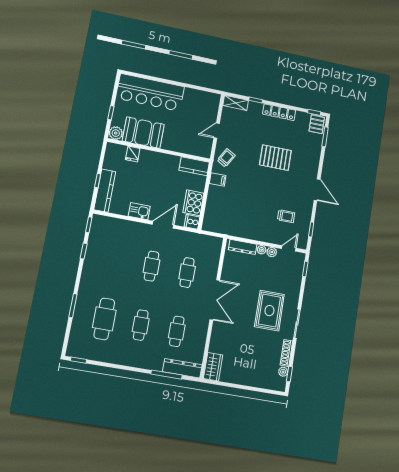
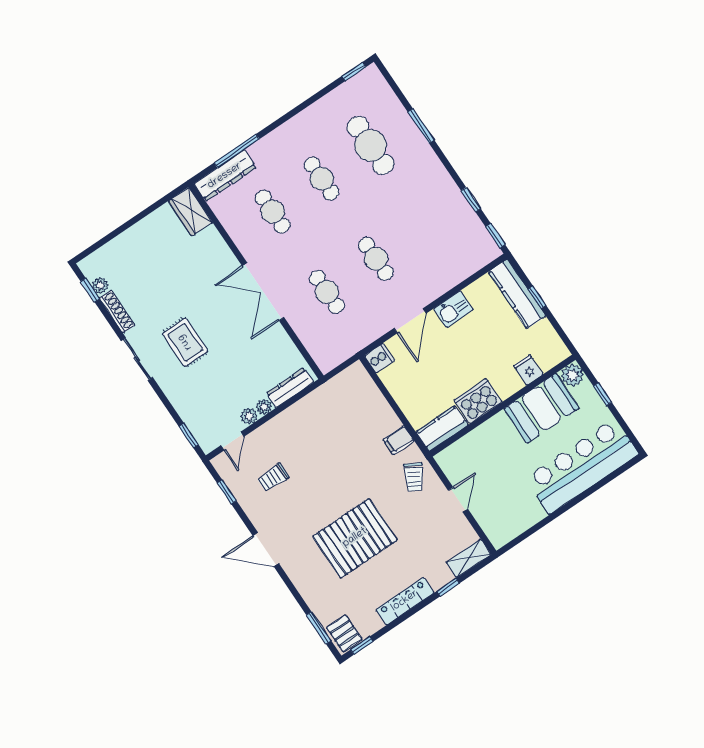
pallet: (275, 158) -> (355, 538), width x1.37, depth x1.41
cooker: (193, 203) -> (478, 401), moved, turned -90
rug: (269, 311) -> (185, 342), width x0.73, depth x0.70

